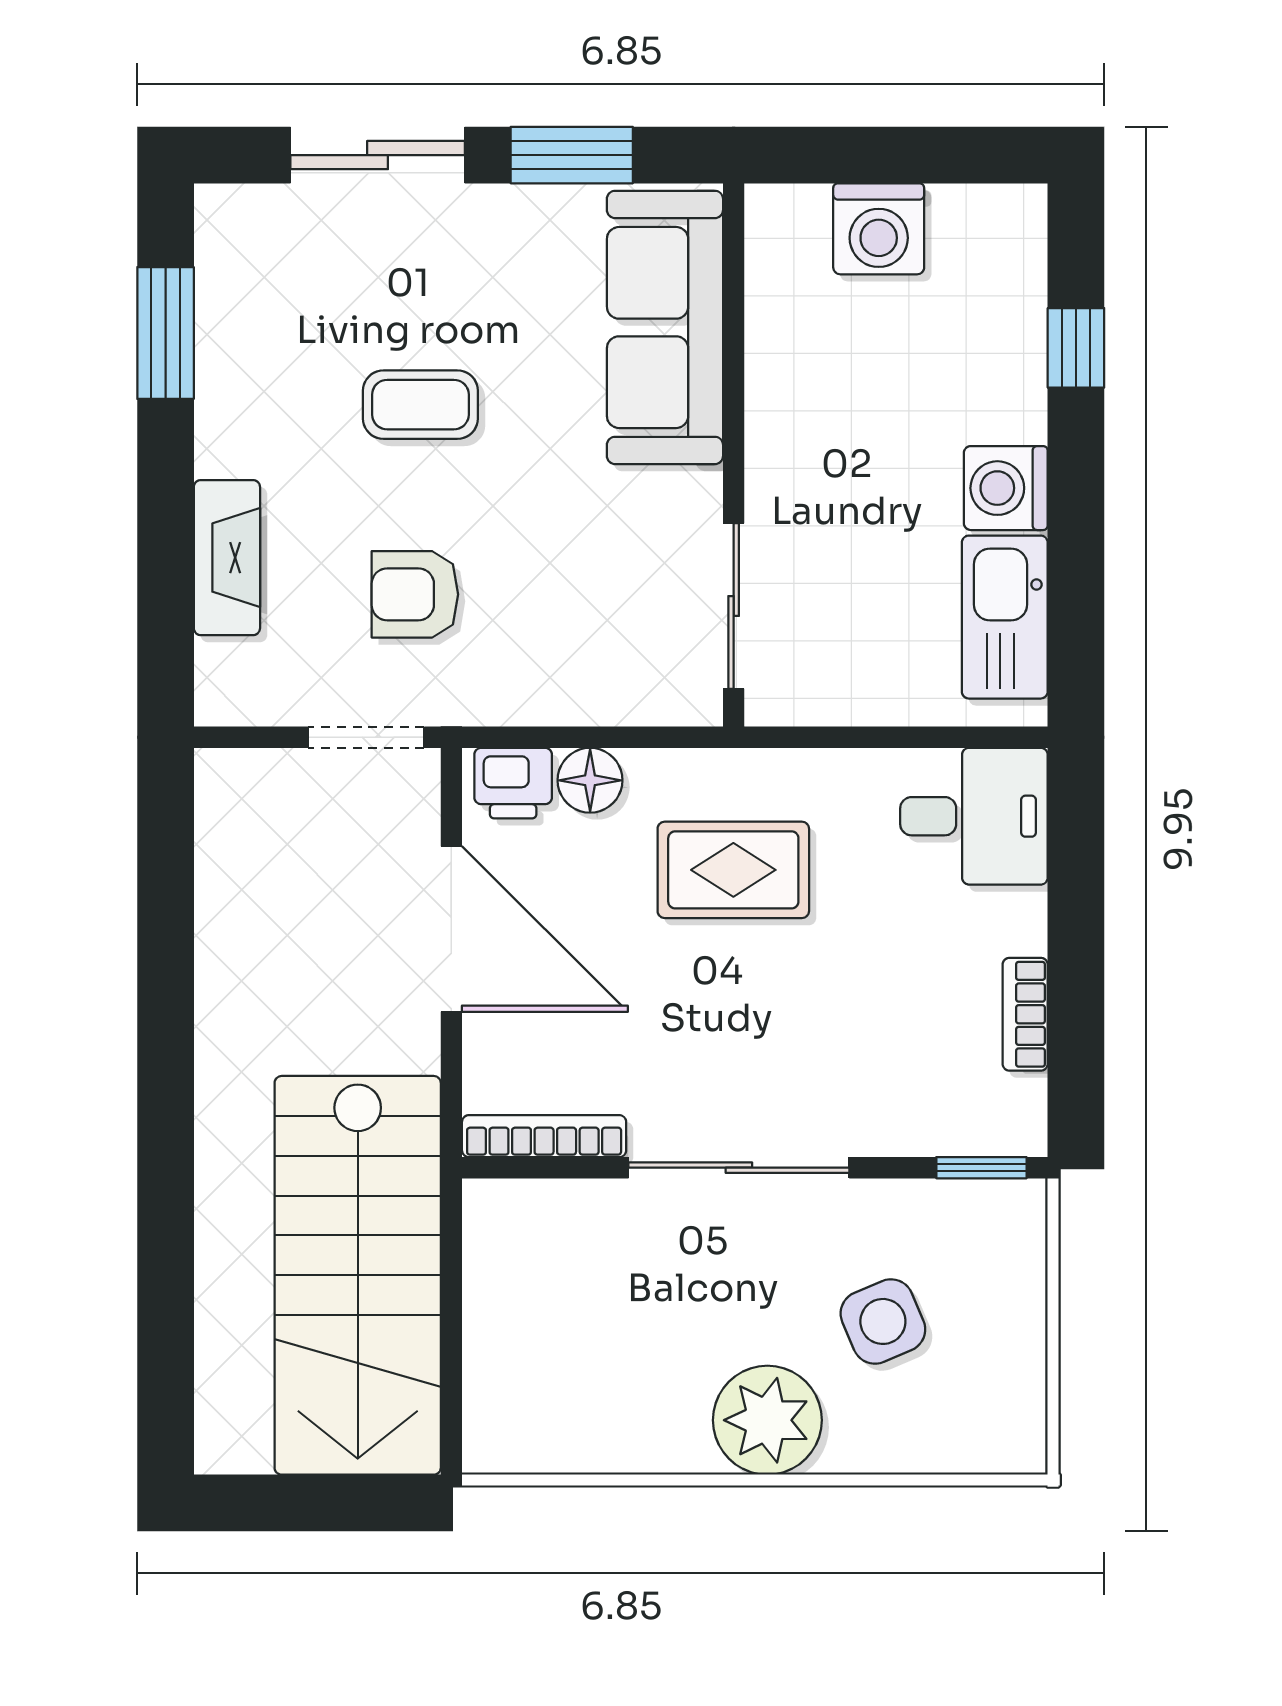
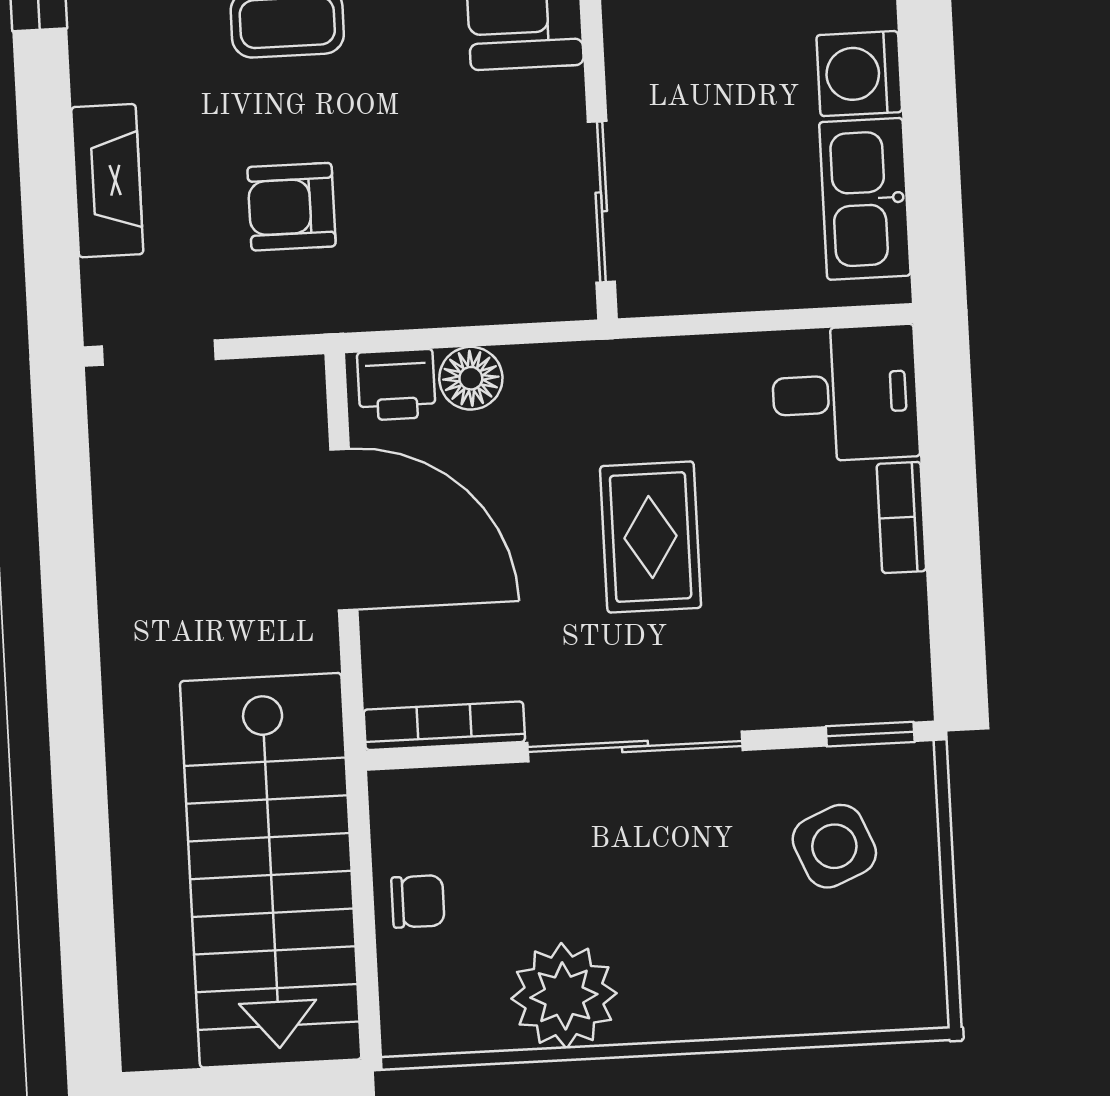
doorway: (366, 737) -> (159, 353), moved
rug: (733, 870) -> (651, 537), moved, turned 90
bookcase: (1025, 1014) -> (901, 517), moved
chair: (507, 1315) -> (418, 901), added
side table: (883, 1321) -> (834, 846), moved
plant: (767, 1420) -> (564, 996), moved

